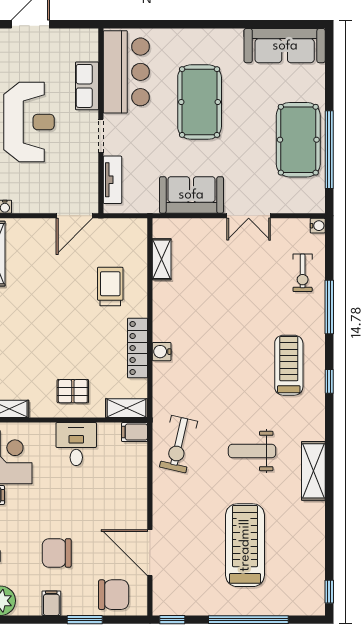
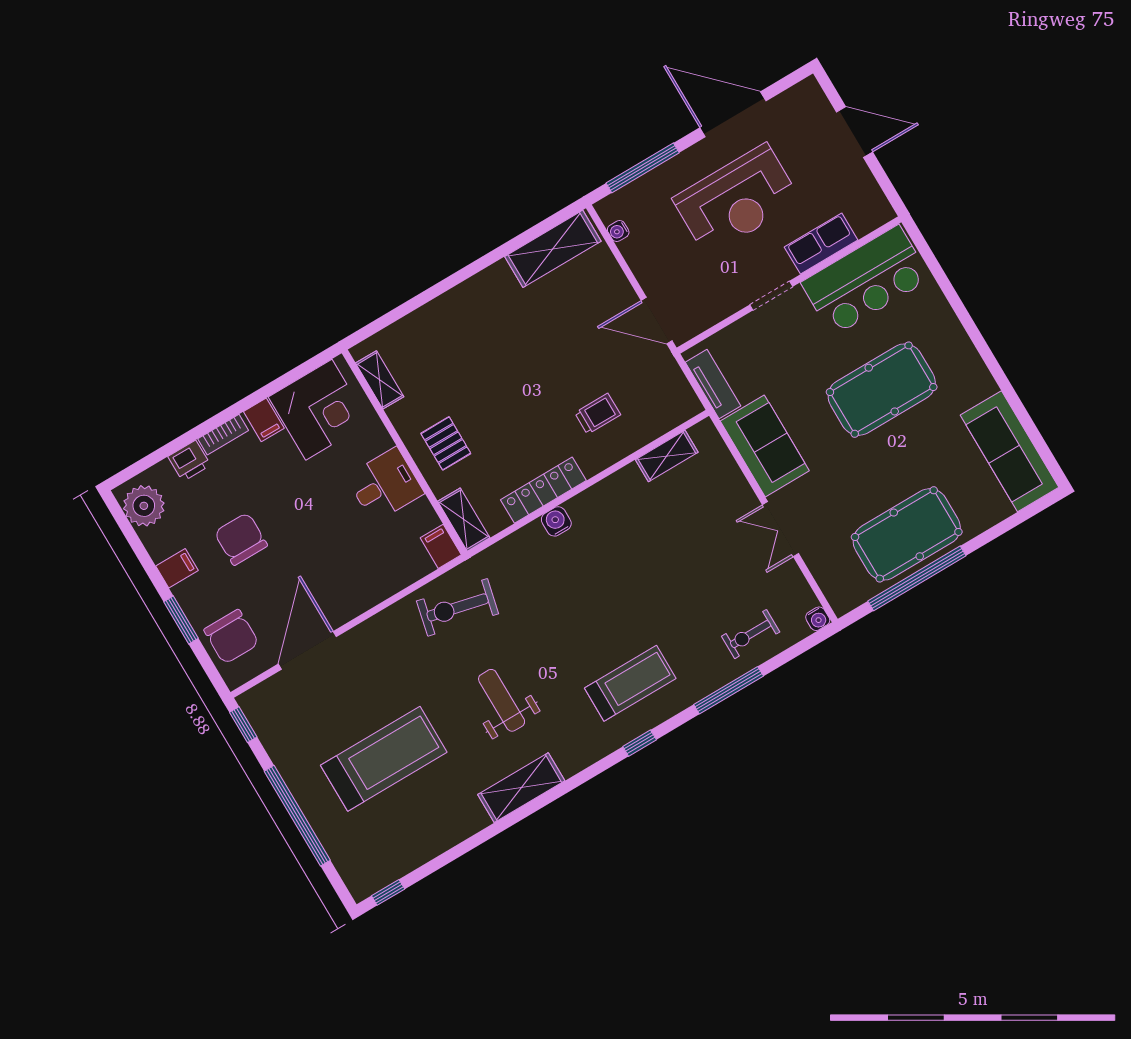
tv unit: (112, 180) -> (713, 384), moved, turned -90
trolley: (110, 286) -> (598, 414), width x0.73, depth x0.72

